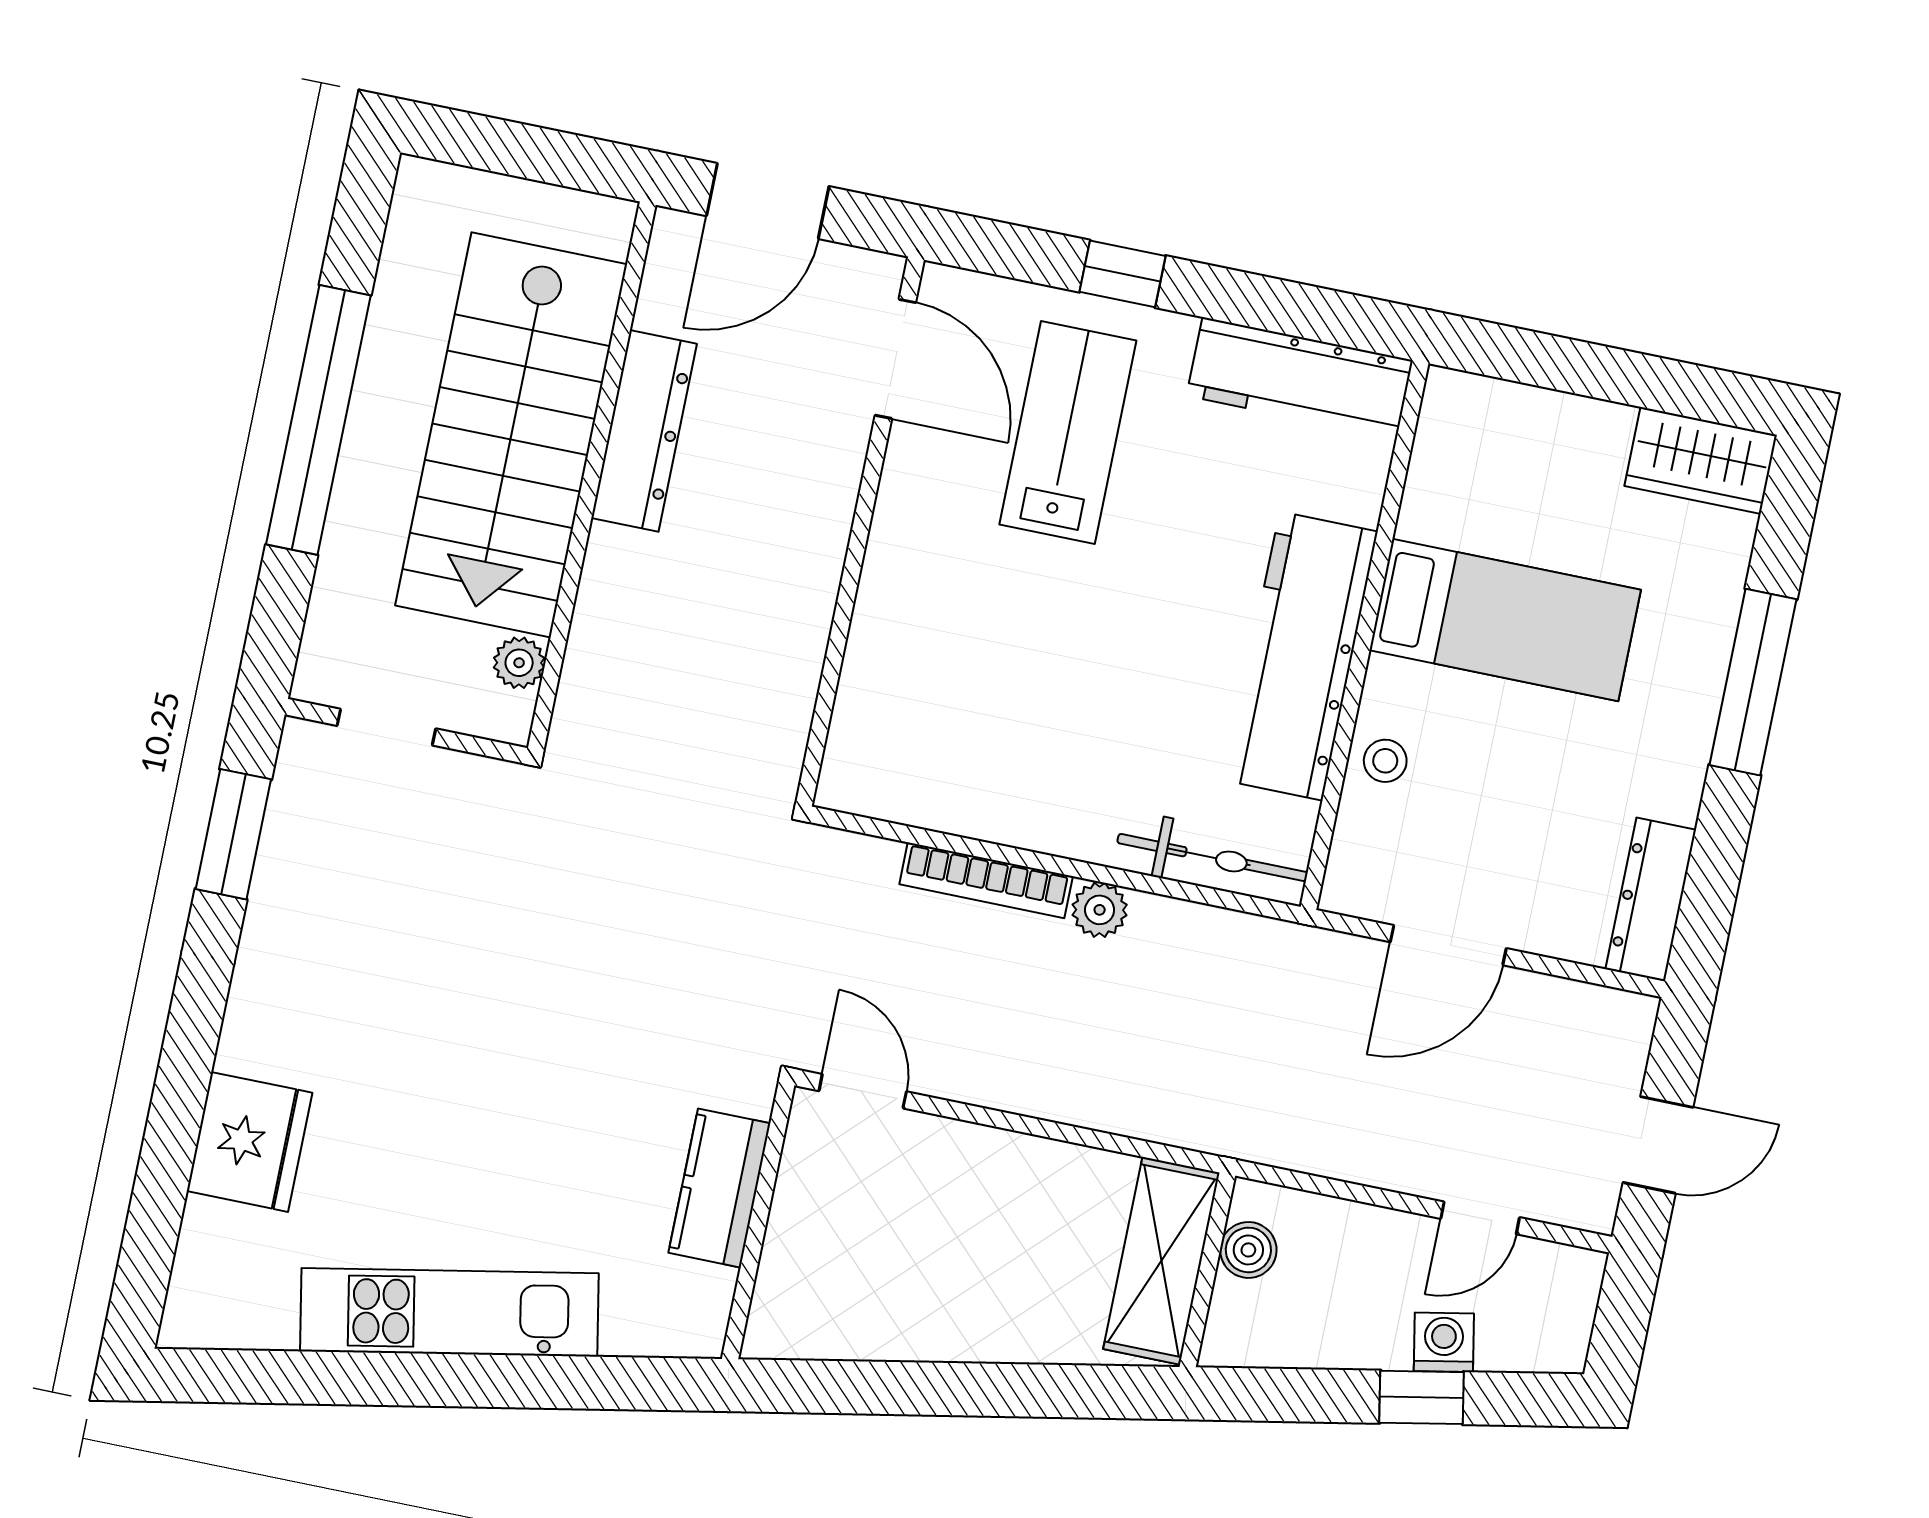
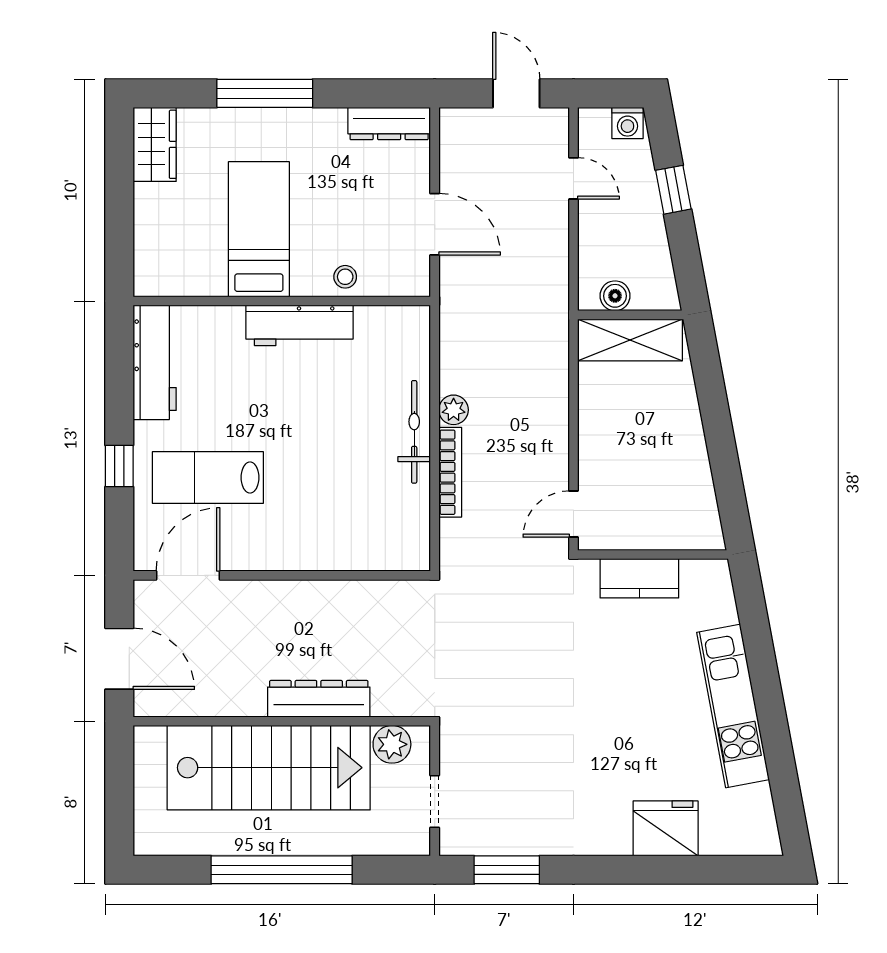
dresser: (644, 431) -> (319, 699), moved
workbench: (1301, 656) -> (300, 325), width x0.73, depth x0.76
plant: (519, 663) -> (392, 744), width x1.38, depth x1.38
bicycle: (1212, 858) -> (414, 432), moved
washing machine: (1444, 1342) -> (627, 123), moved, turned -79

